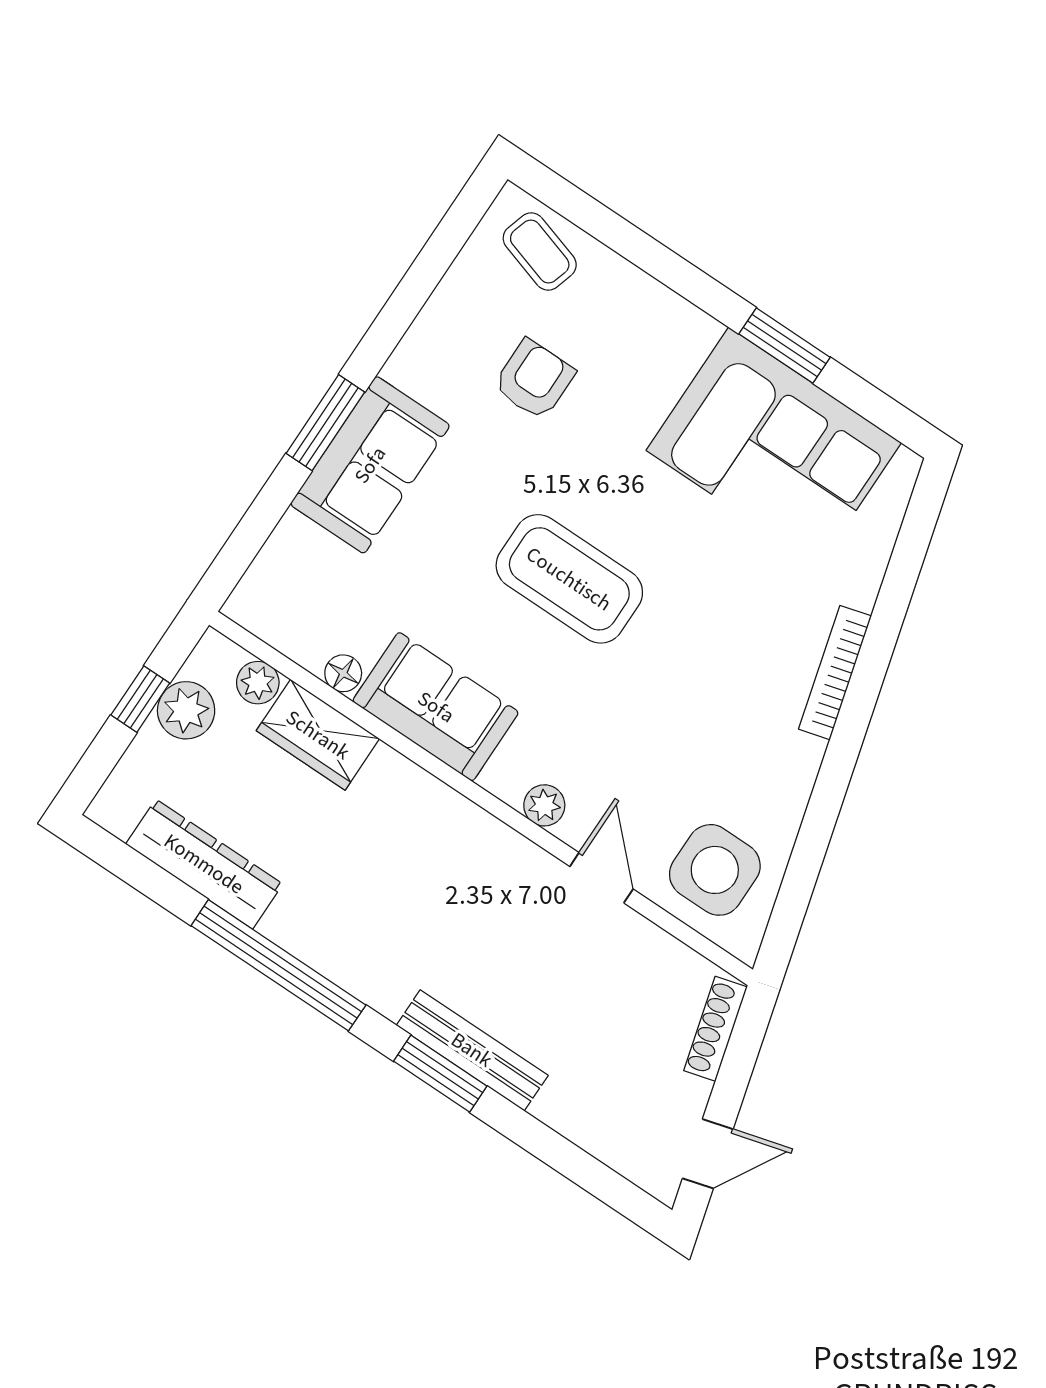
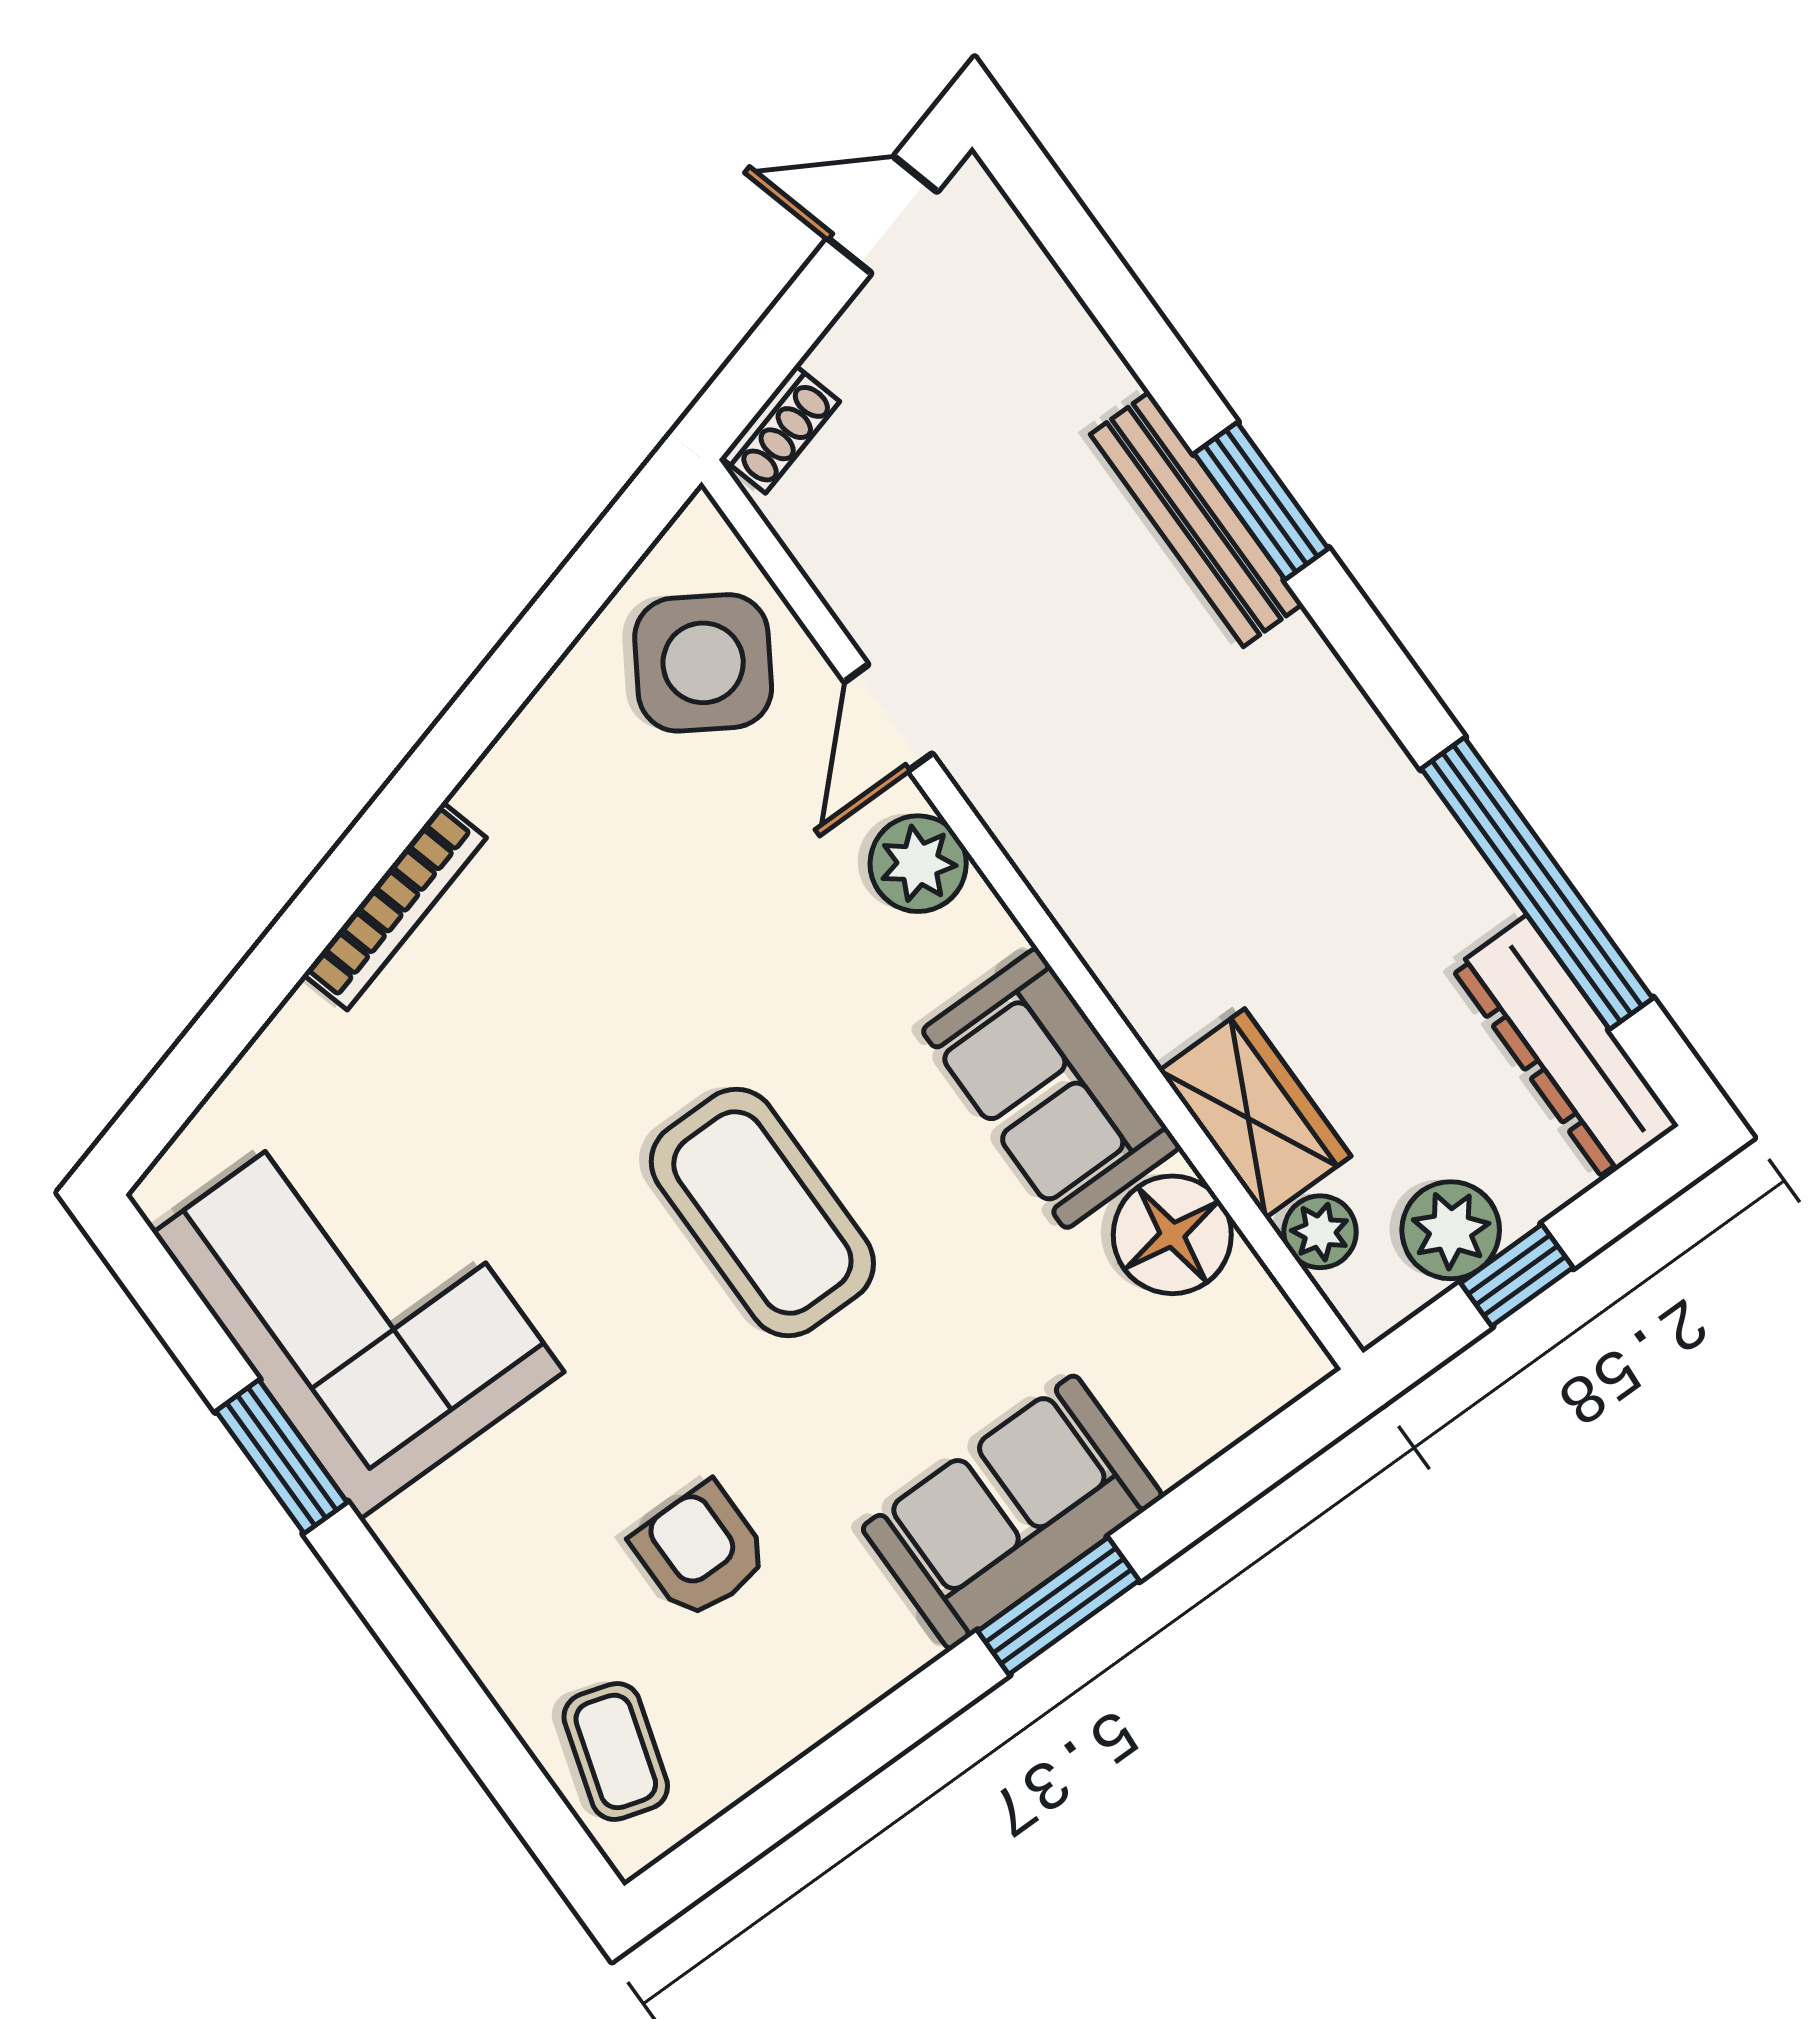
armchair: (534, 379) -> (701, 1551), turned 90
floor lamp: (343, 673) -> (1172, 1235), width x1.89, depth x1.89
plant: (544, 805) -> (918, 864), width x1.38, depth x1.38
dresser: (204, 864) -> (1565, 1047), moved
side table: (715, 870) -> (703, 663), turned 32
window: (278, 965) -> (1537, 883), moved
shoe rack: (715, 1029) -> (780, 429), width x0.70

